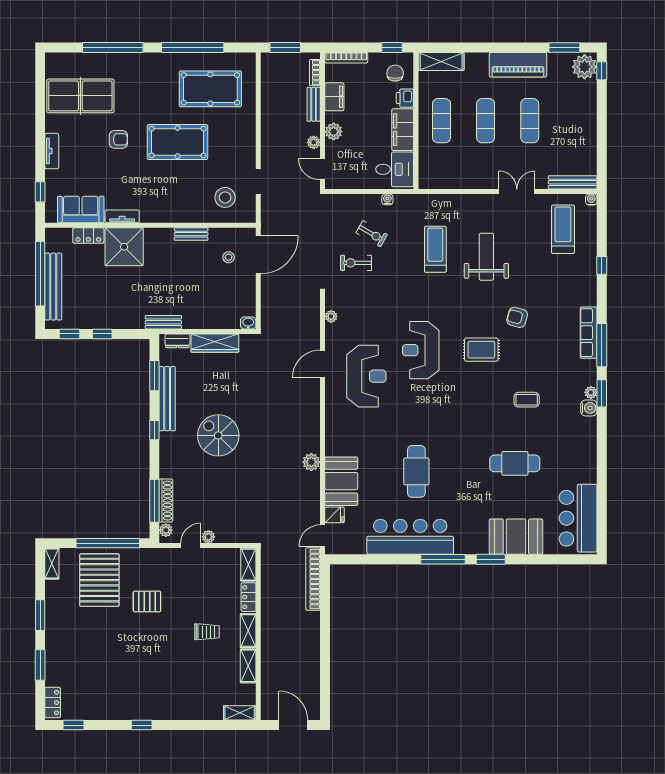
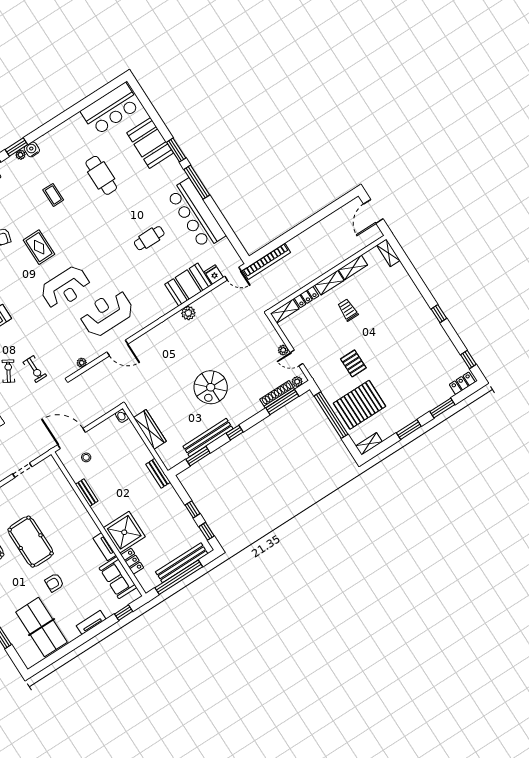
armchair: (118, 139) -> (54, 583), turned -88
stool: (225, 197) -> (47, 486), removed
dresser: (177, 341) -> (165, 456), removed
cafe table: (416, 471) -> (149, 238), width x0.73, depth x0.74

